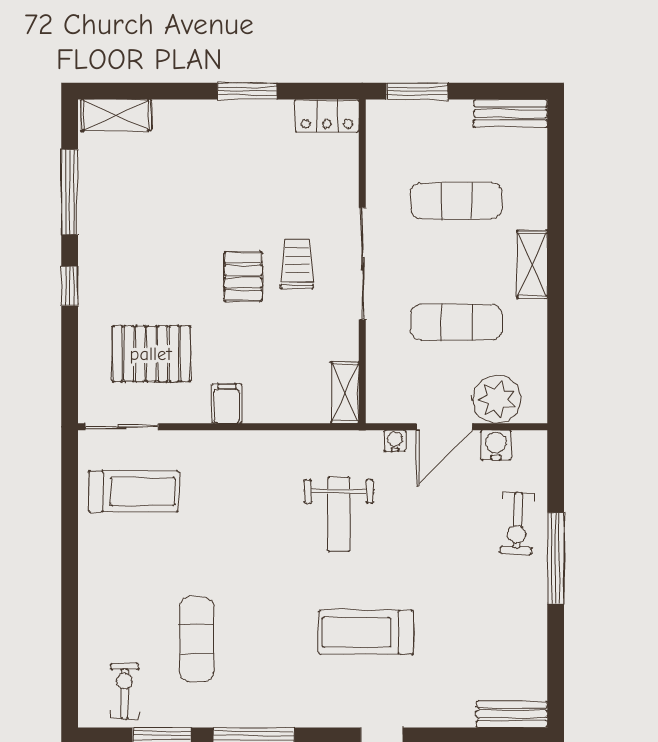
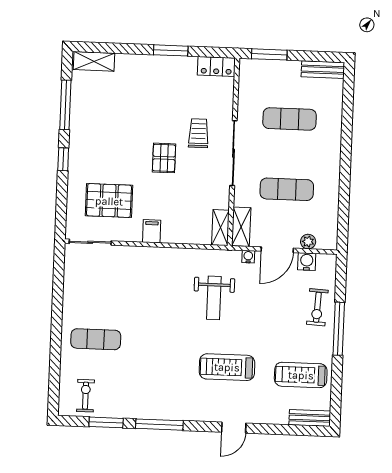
trolley: (297, 264) -> (199, 133), moved
shelving: (532, 264) -> (241, 227), moved
plant: (497, 399) -> (308, 242), width x0.53, depth x0.53
treadmill: (134, 491) -> (301, 375), moved, turned 180
exercise mat: (197, 639) -> (96, 339), moved, turned 90

